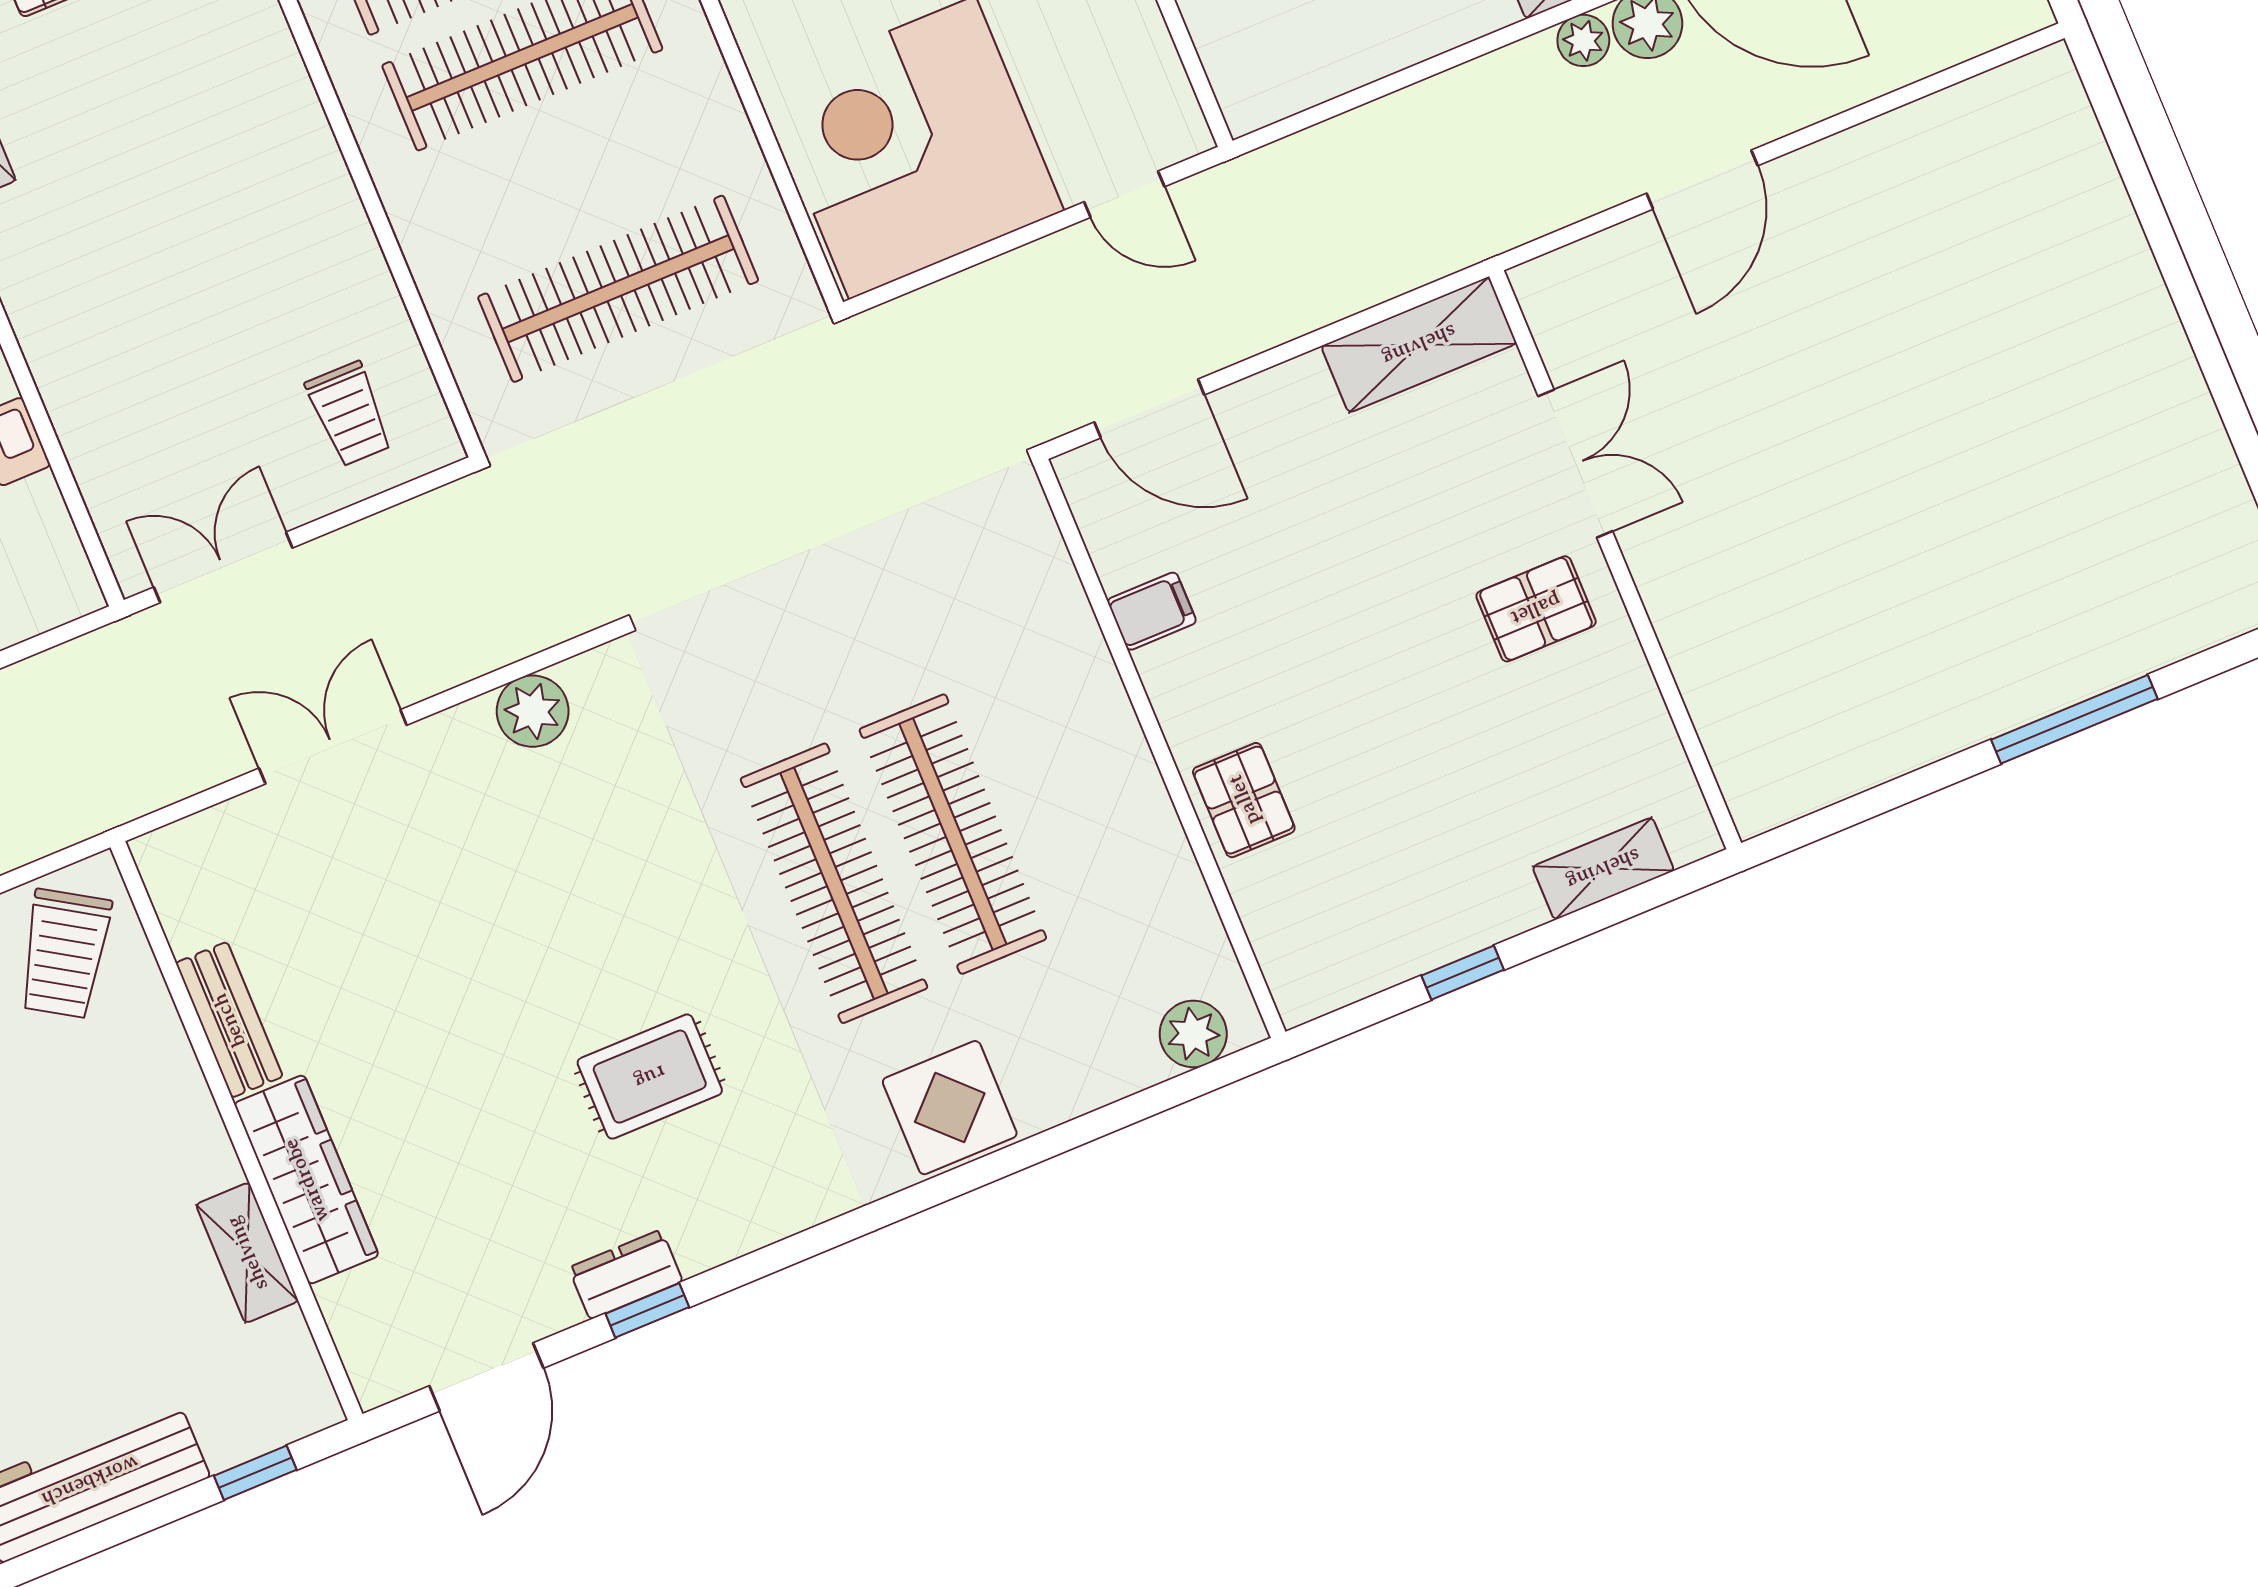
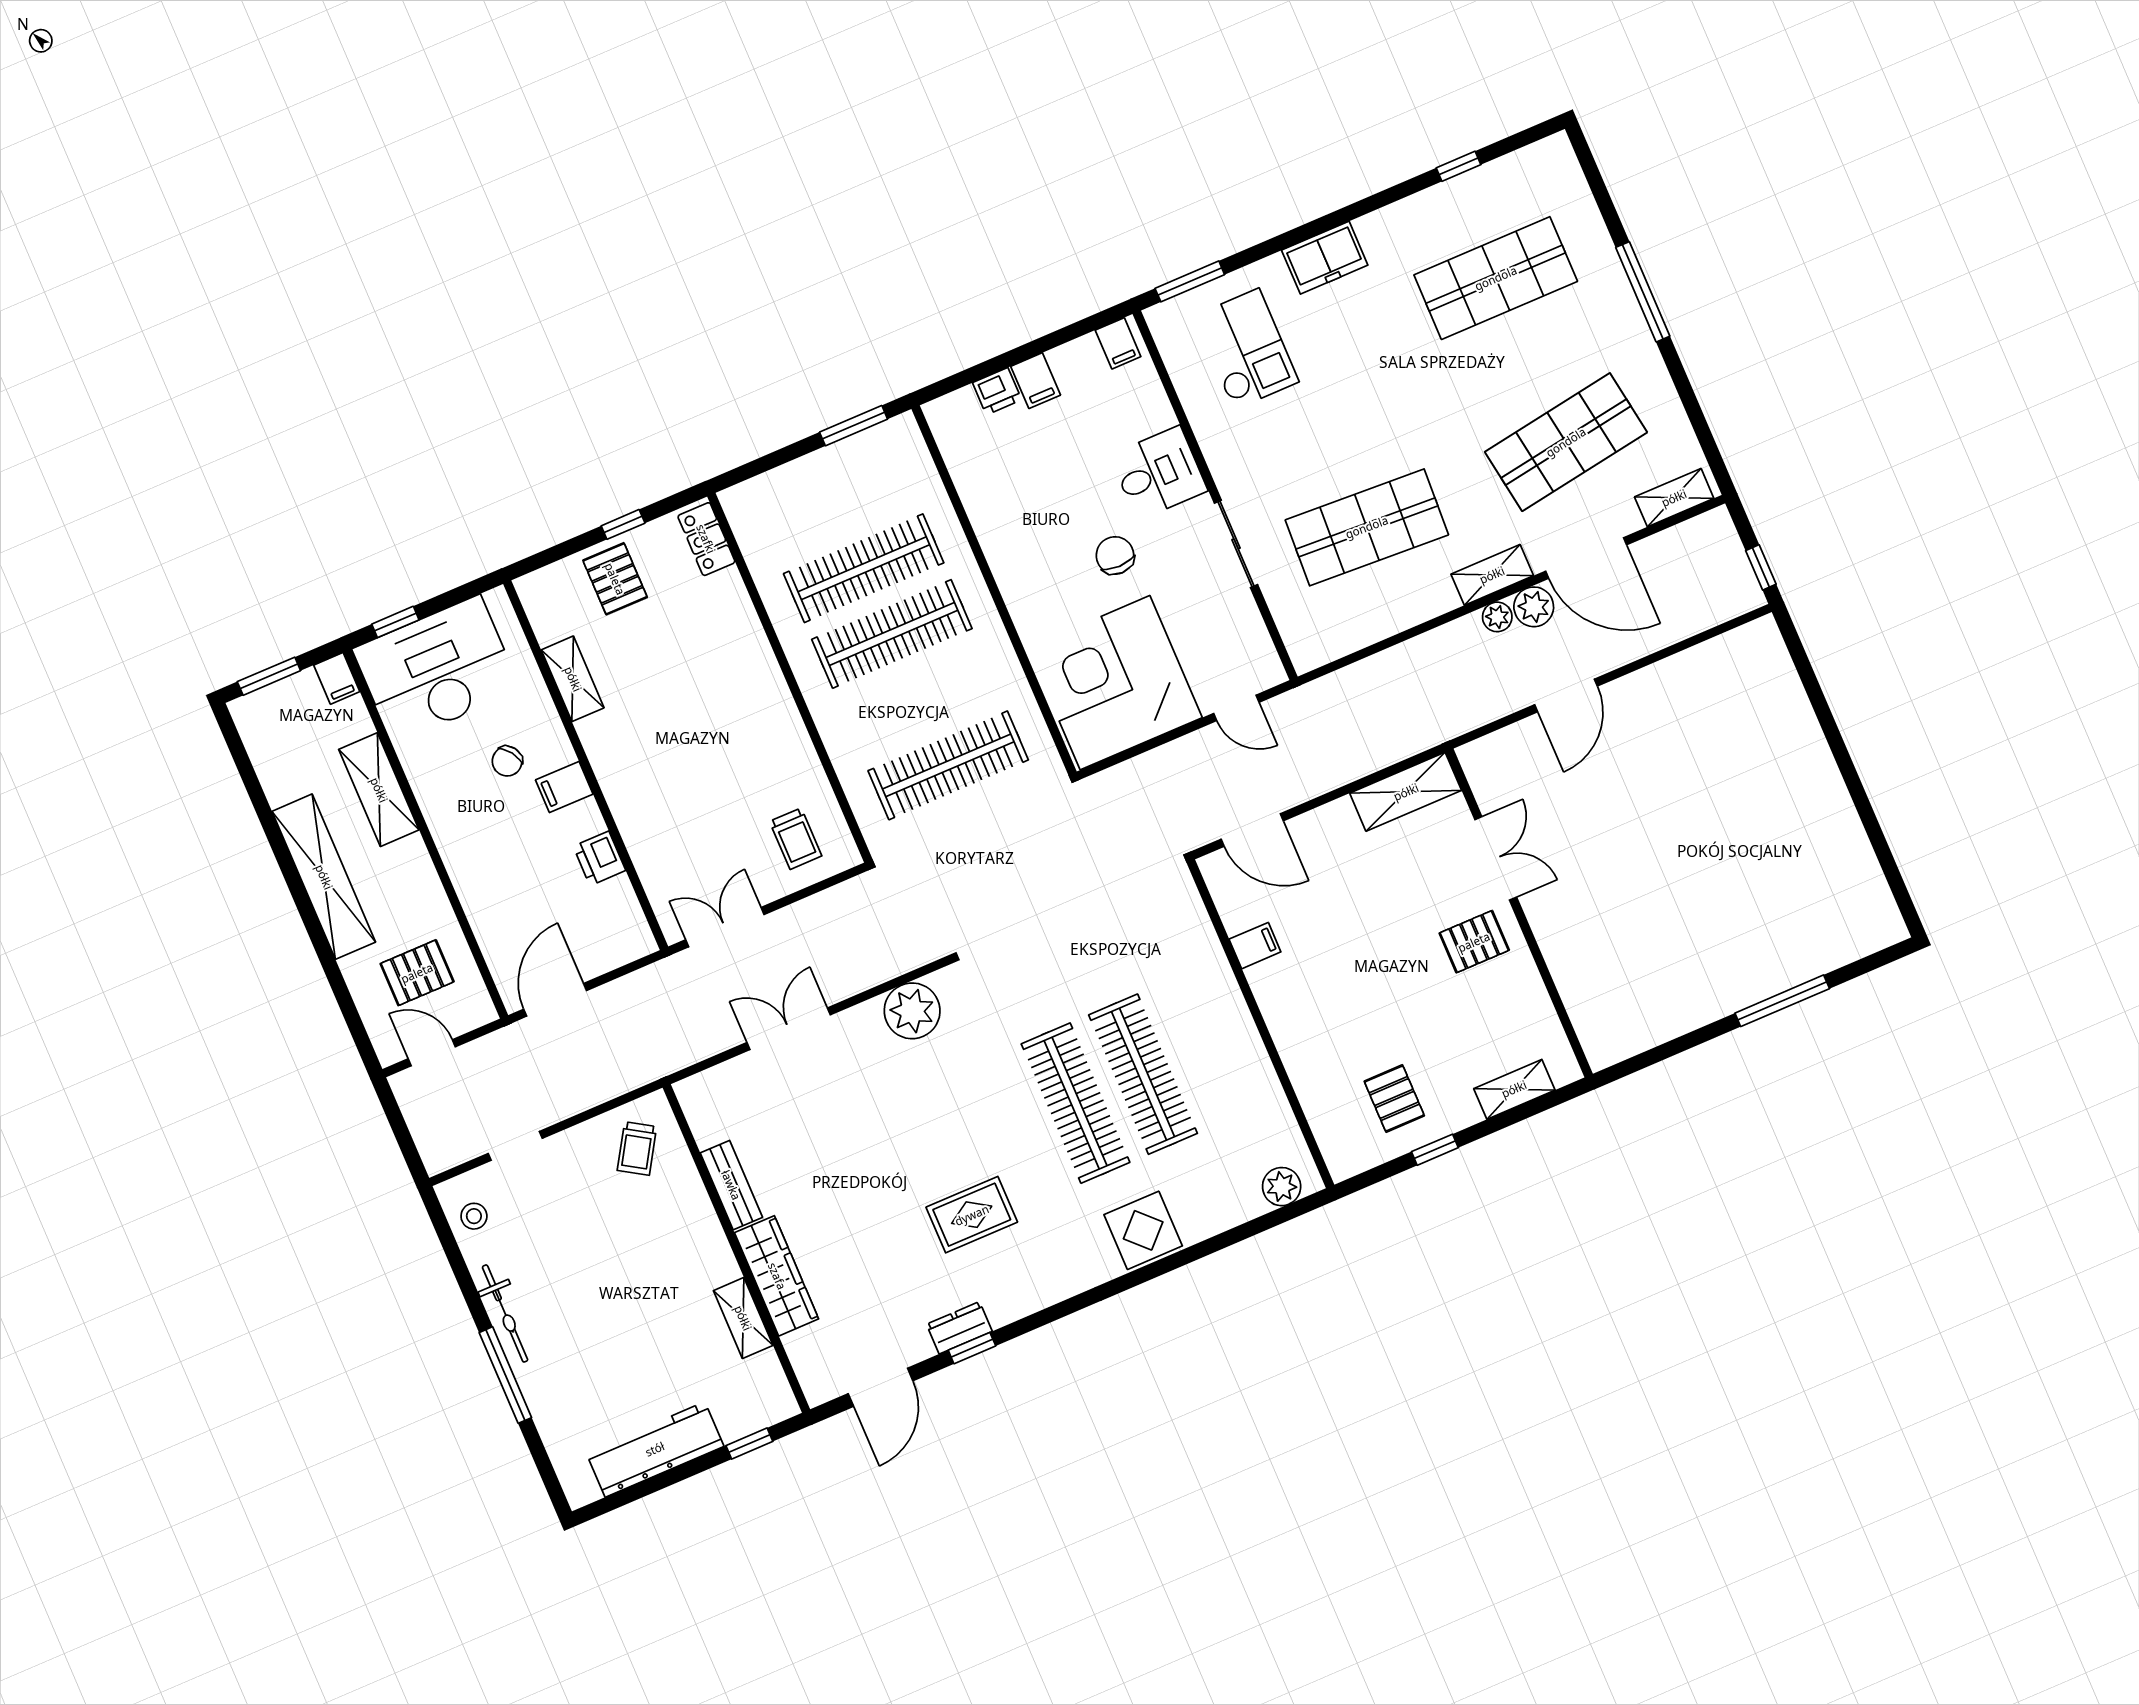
plant: (533, 711) -> (912, 1011), width x1.36, depth x1.36
pallet: (1244, 800) -> (1394, 1098), moved
trolley: (65, 954) -> (637, 1149), width x0.73, depth x0.72

